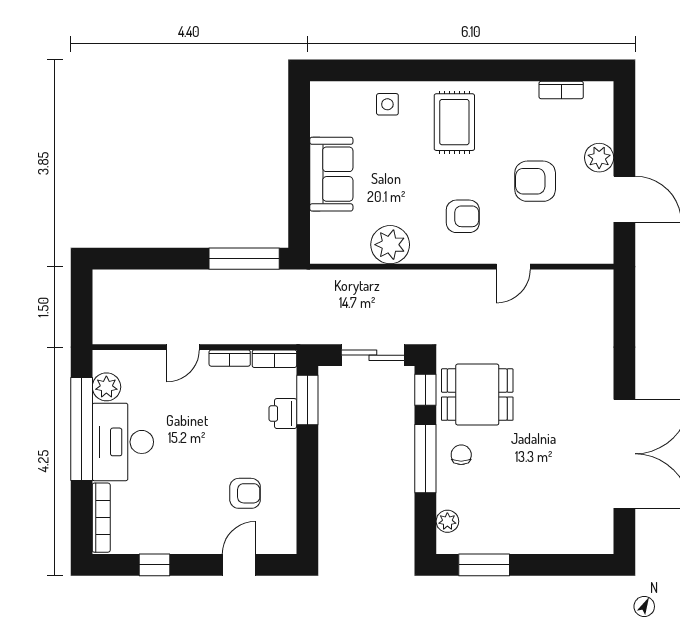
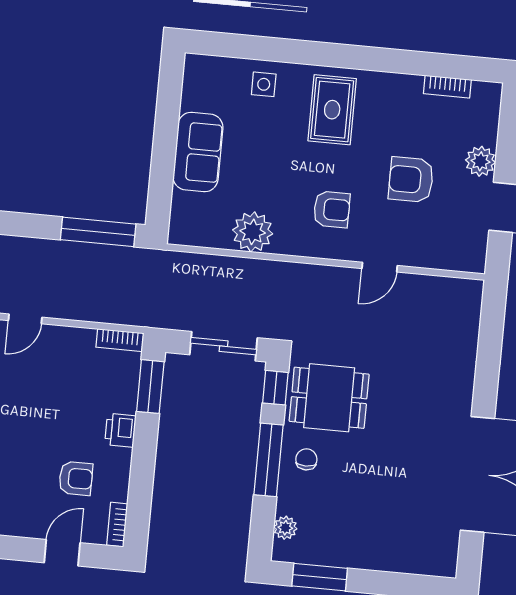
bookcase: (230, 358) -> (117, 524), moved, turned 90
printer: (283, 414) -> (120, 430), moved

